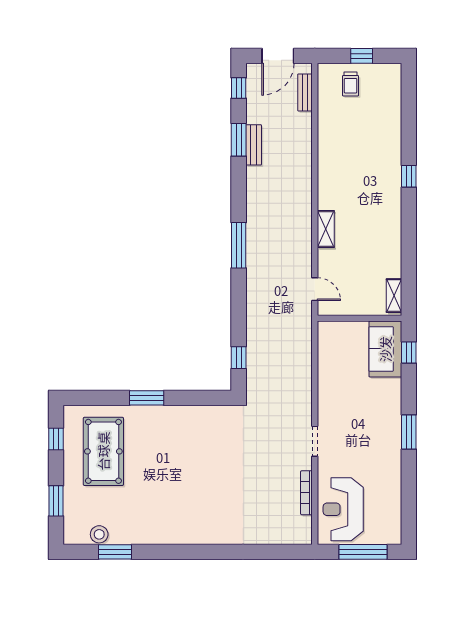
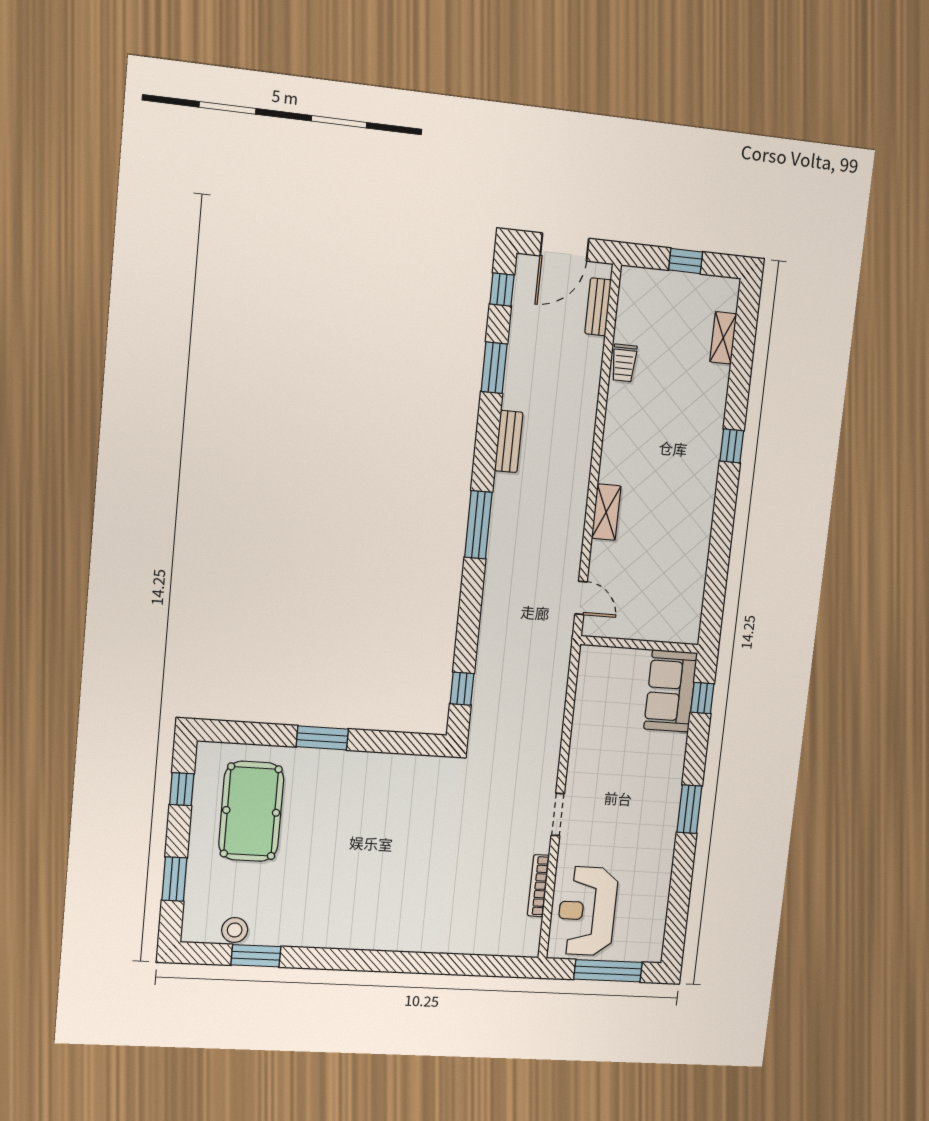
trolley: (351, 84) -> (624, 363), moved
bench: (254, 145) -> (509, 442), moved
shelving: (394, 296) -> (723, 338), moved

